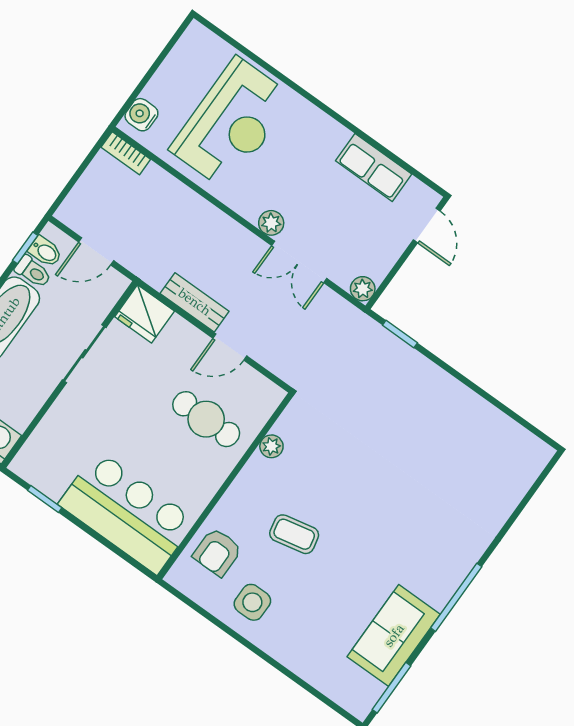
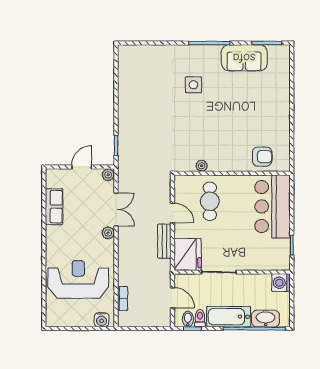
bookcase: (126, 153) -> (122, 298), moved
door: (427, 226) -> (82, 167), moved
fridge: (145, 314) -> (188, 254), width x1.36, depth x1.34
coffee table: (294, 534) -> (232, 130), removed
side table: (252, 602) -> (193, 85), moved

